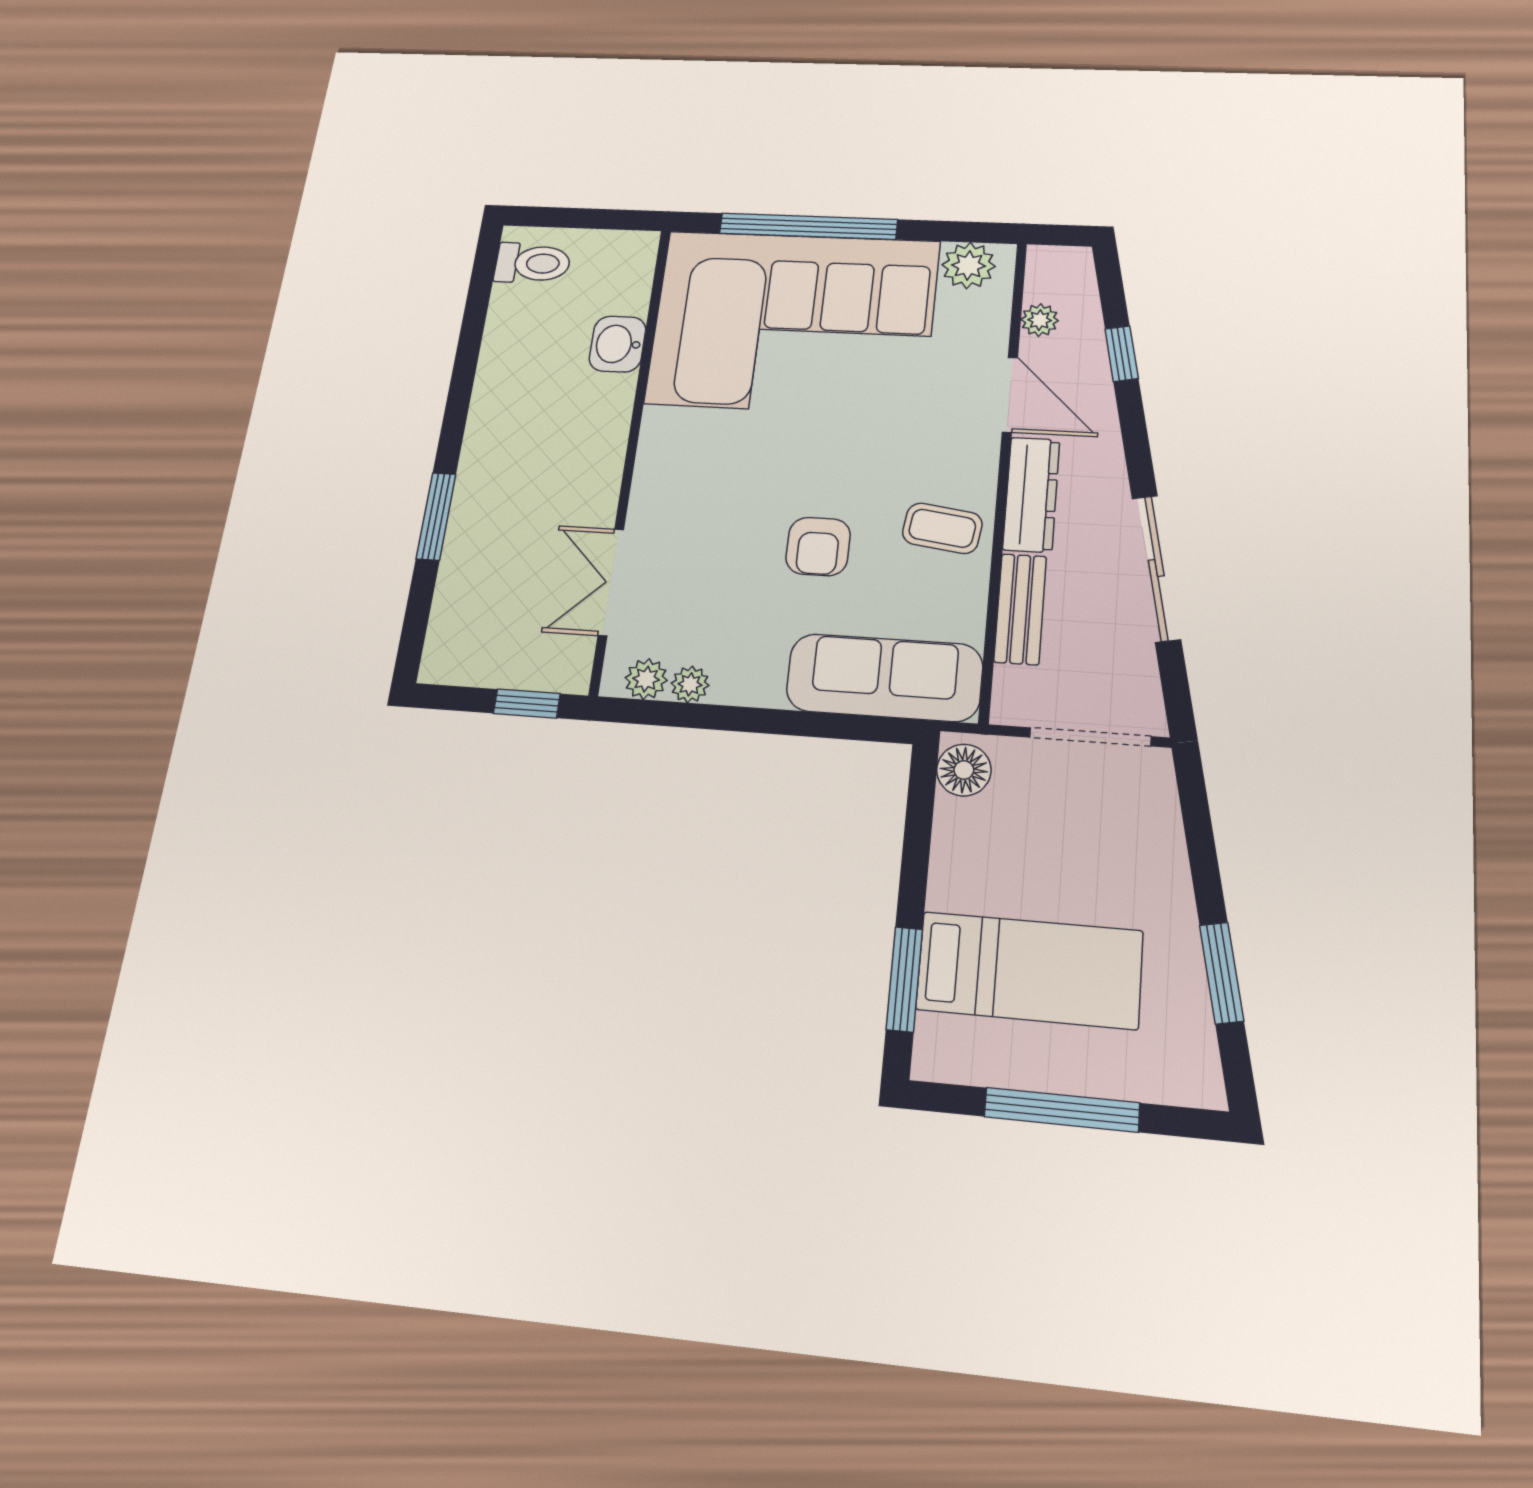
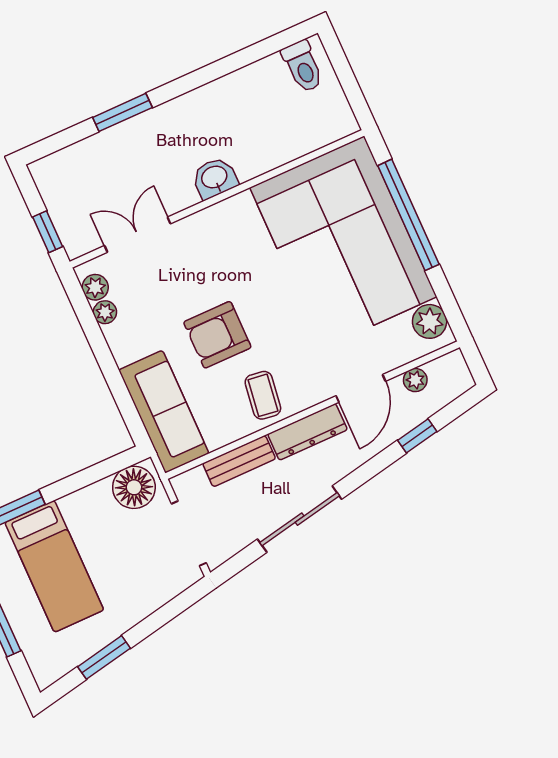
washbasin: (617, 344) -> (215, 178), moved
armchair: (818, 546) -> (217, 335), width x1.38, depth x1.38
floor lamp: (964, 770) -> (134, 487), width x1.38, depth x1.38

